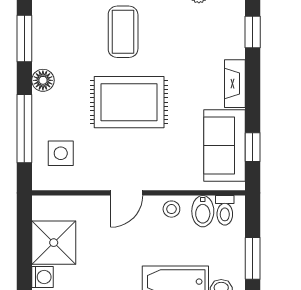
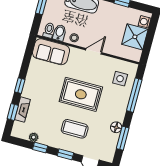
coffee table: (123, 32) -> (75, 129), turned 90
floor lamp: (43, 80) -> (116, 127), moved
fireplace: (235, 84) -> (22, 109), moved
sofa: (224, 145) -> (51, 52), moved, turned 90
window: (253, 147) -> (20, 86), moved

